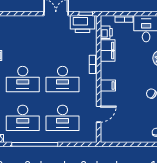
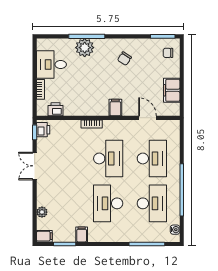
plant: (15, 20) -> (42, 212), added
printer: (83, 24) -> (43, 130), width x0.53, depth x0.68
filing cabinet: (108, 50) -> (172, 90), moved, turned -90
desk: (23, 79) -> (108, 203), turned 180

